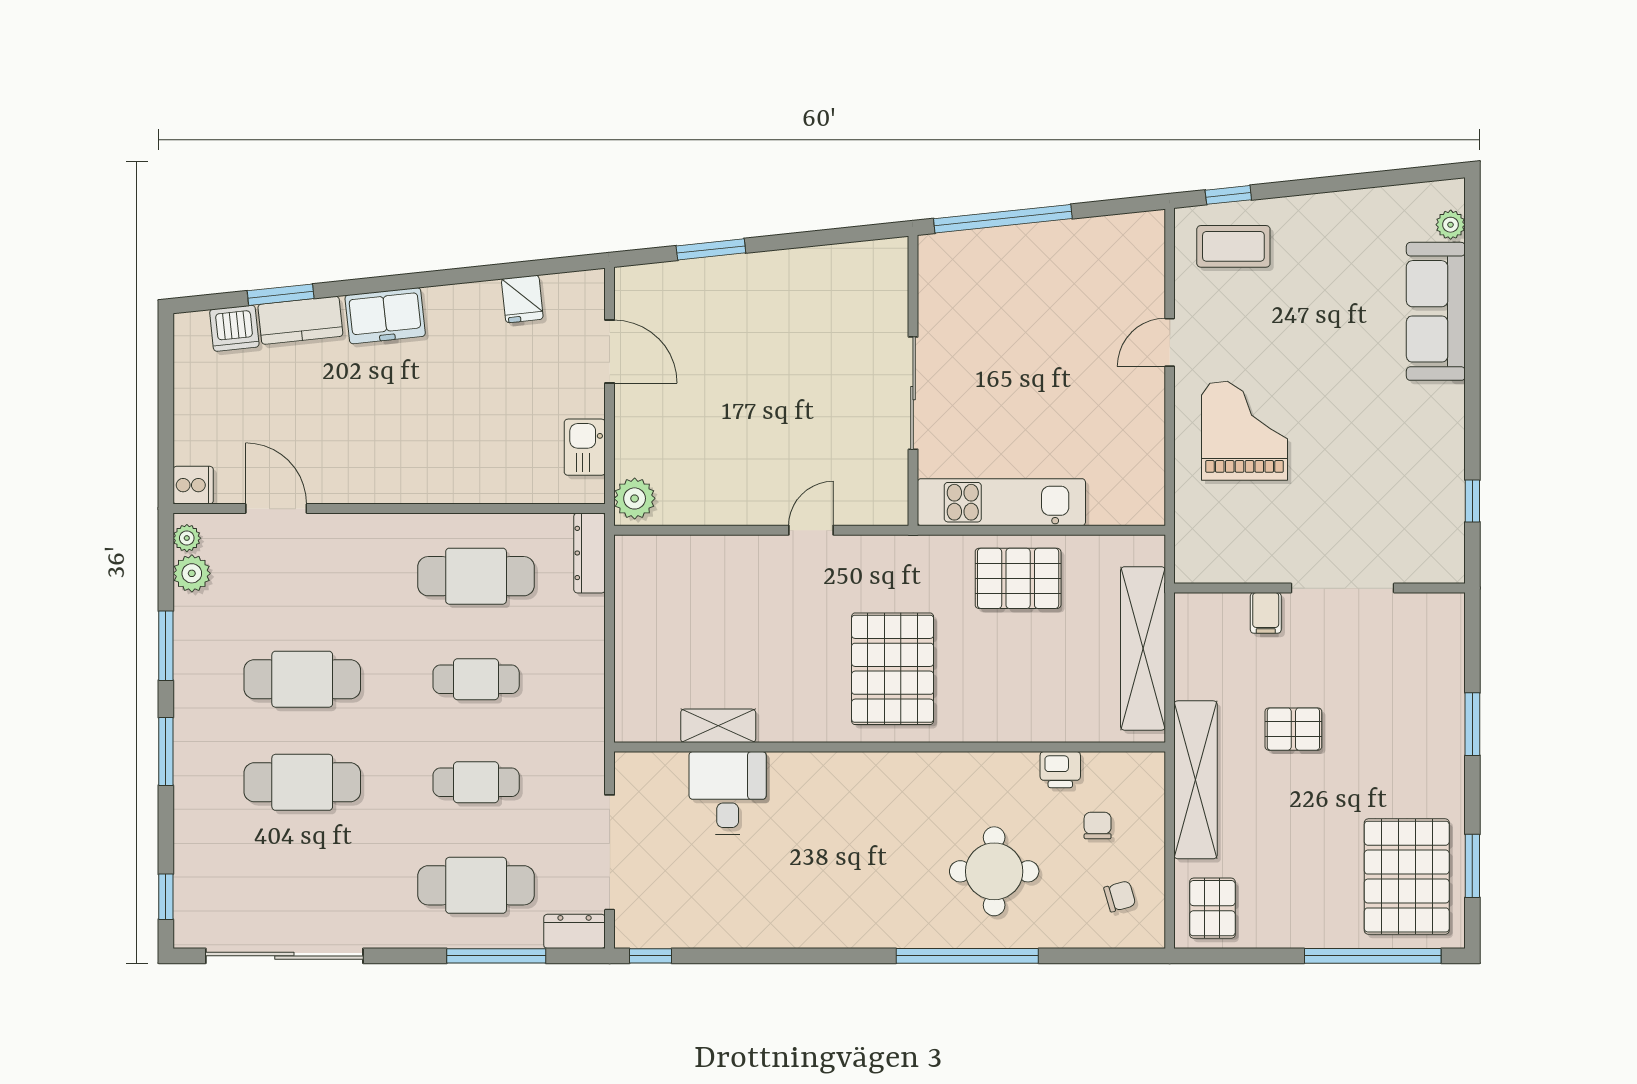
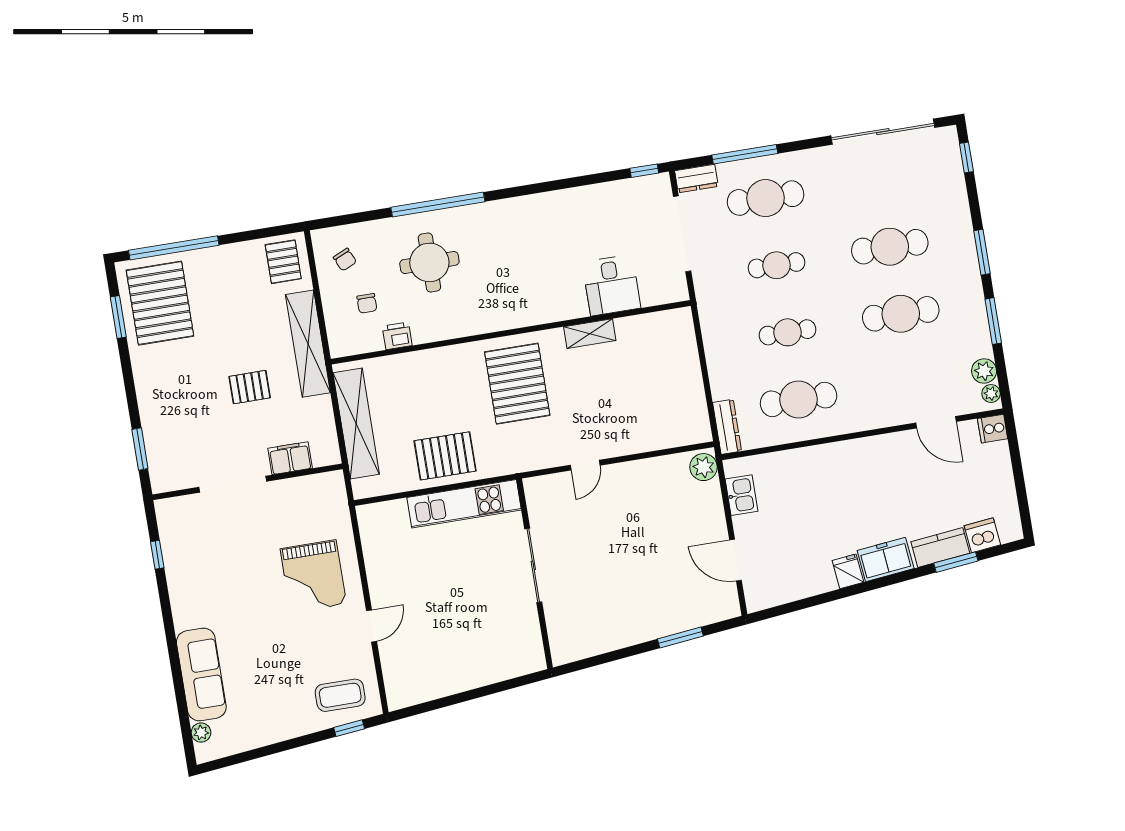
window: (1003, 219) -> (493, 689), removed
fridge: (522, 299) -> (848, 571), moved
filing cabinet: (1266, 613) -> (290, 458), width x2.00
window: (1472, 724) -> (140, 449), moved
shelving: (718, 726) -> (590, 334), moved
chair: (1120, 896) -> (345, 260), turned -98

